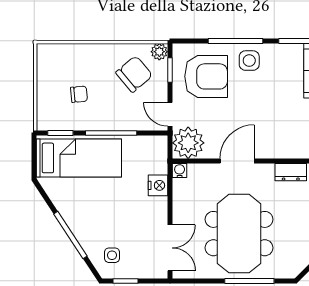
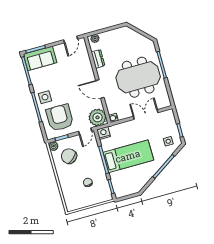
bed: (79, 158) -> (128, 156), moved, turned 90
nightstand: (158, 185) -> (104, 133), moved
double door: (170, 248) -> (146, 114), moved

